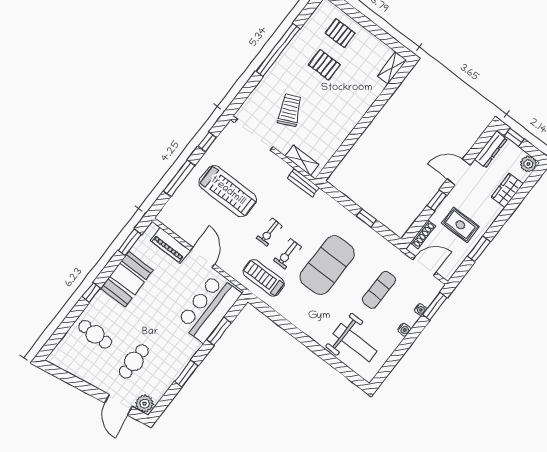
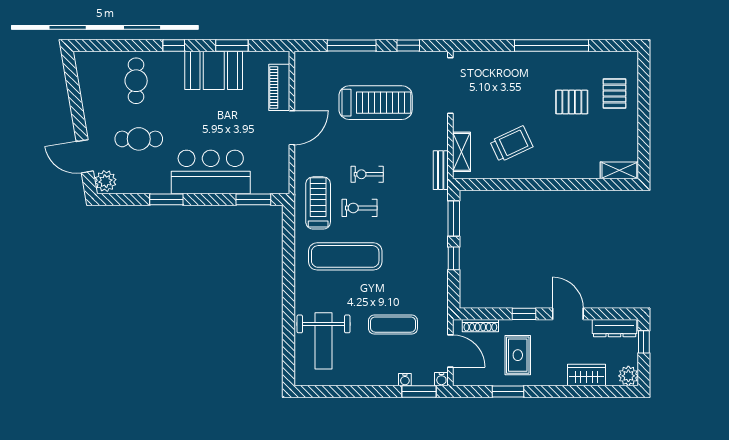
pallet: (324, 65) -> (572, 102), turned 90
trolley: (290, 110) -> (511, 144), moved
treadmill: (228, 191) -> (376, 103), turned -90
window: (341, 198) -> (454, 218), added
window: (130, 242) -> (232, 45), moved
exercise mat: (327, 265) -> (345, 256), moved, width x0.68
bar counter: (209, 308) -> (211, 172), moved
water cooler: (404, 330) -> (441, 379), moved
window: (219, 331) -> (253, 199), moved
door: (118, 405) -> (85, 156), hinge flipped

